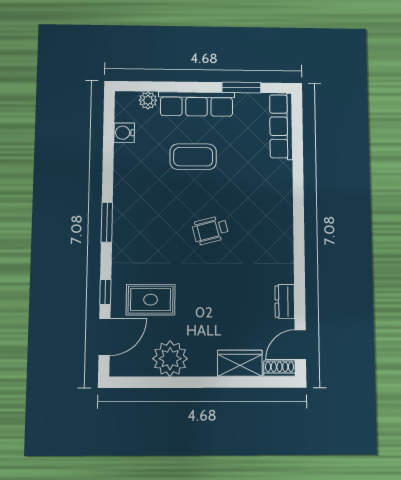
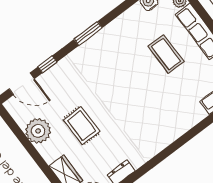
wheelchair: (210, 230) -> (130, 98), removed
rug: (151, 300) -> (82, 126), moved

